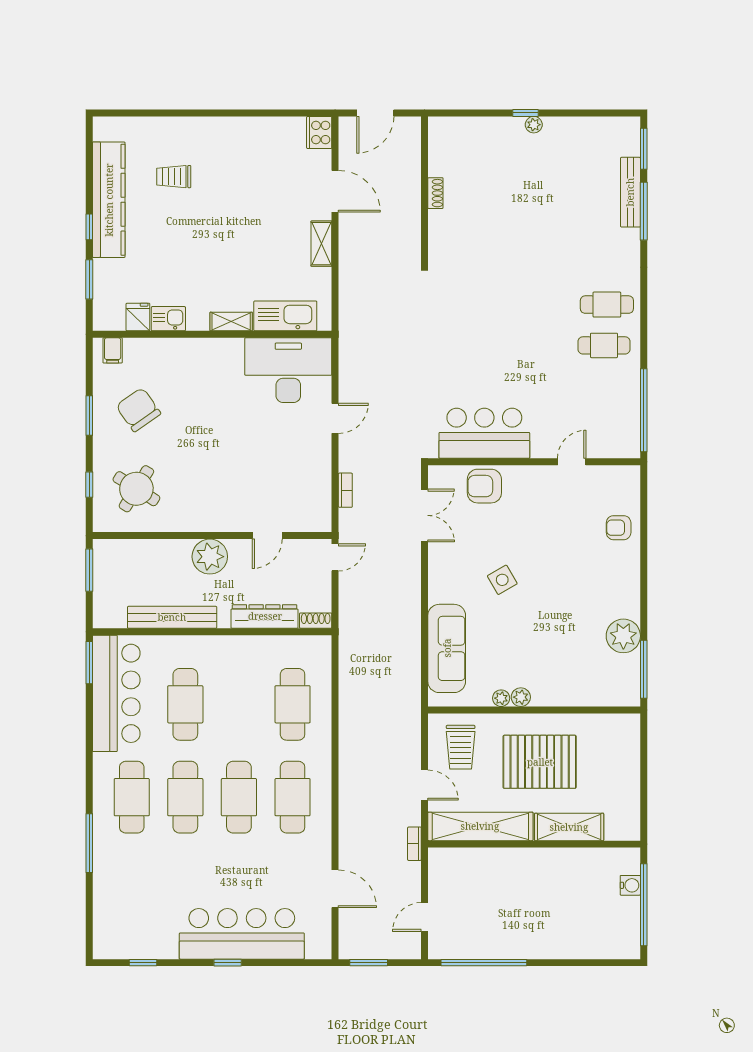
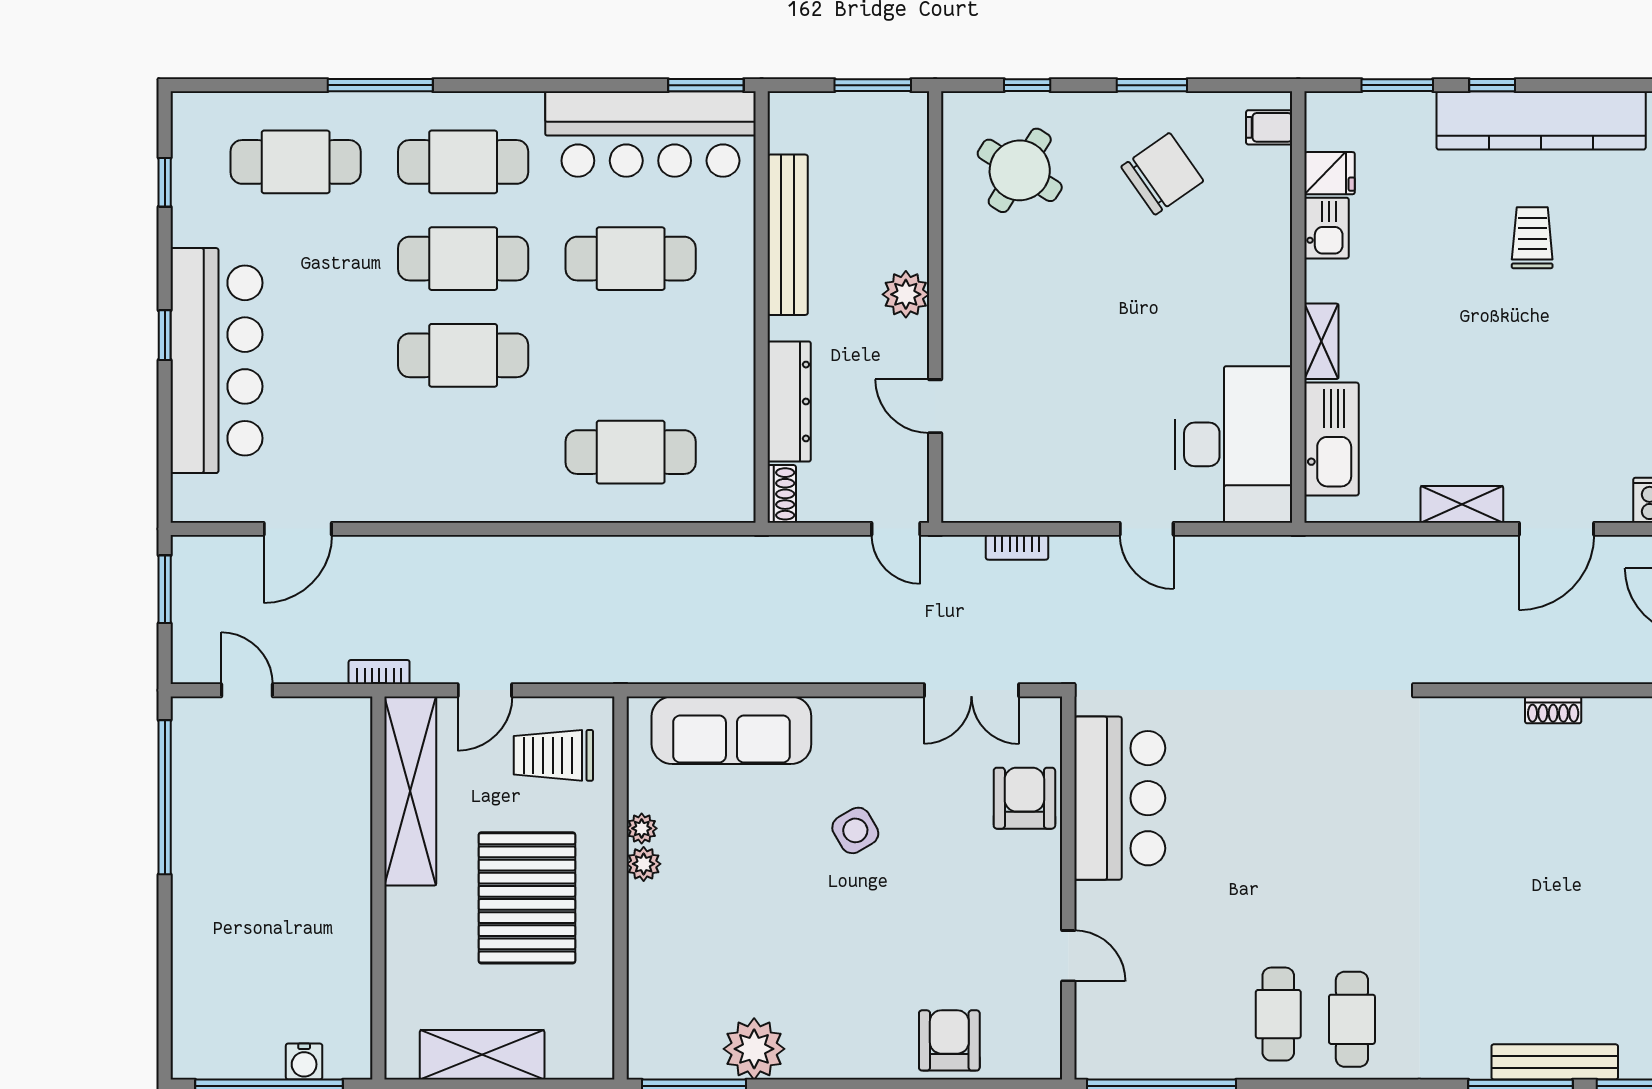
trolley: (174, 177) -> (1532, 238), moved
armchair: (619, 528) -> (949, 1040), width x1.38, depth x1.38
plant: (210, 557) -> (906, 294), width x0.73, depth x0.73
cafe table: (293, 797) -> (296, 162), moved
shelving: (569, 827) -> (482, 1055), moved, turned 90

